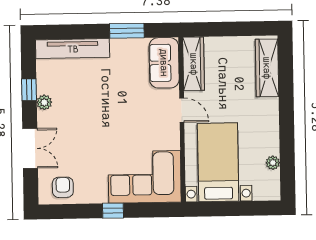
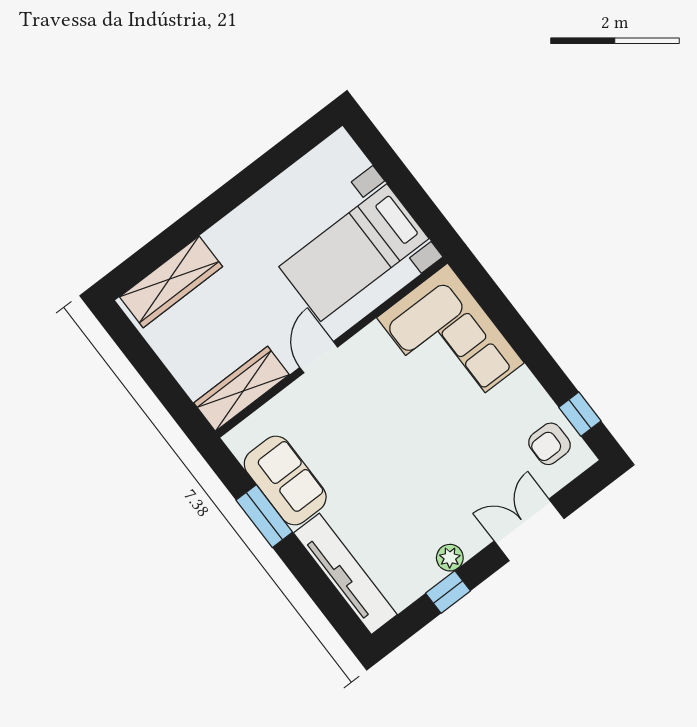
sofa: (164, 63) -> (285, 481), moved, turned -90
plant: (273, 163) -> (298, 176), removed
window: (113, 211) -> (580, 414), moved

